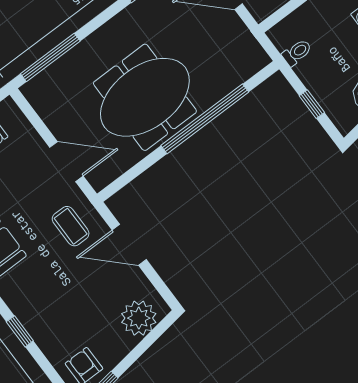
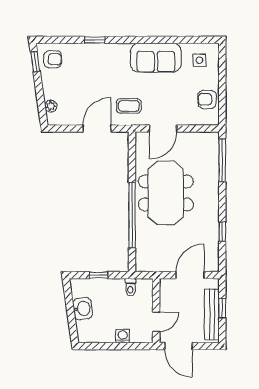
plant: (139, 318) -> (51, 106), width x0.53, depth x0.53

